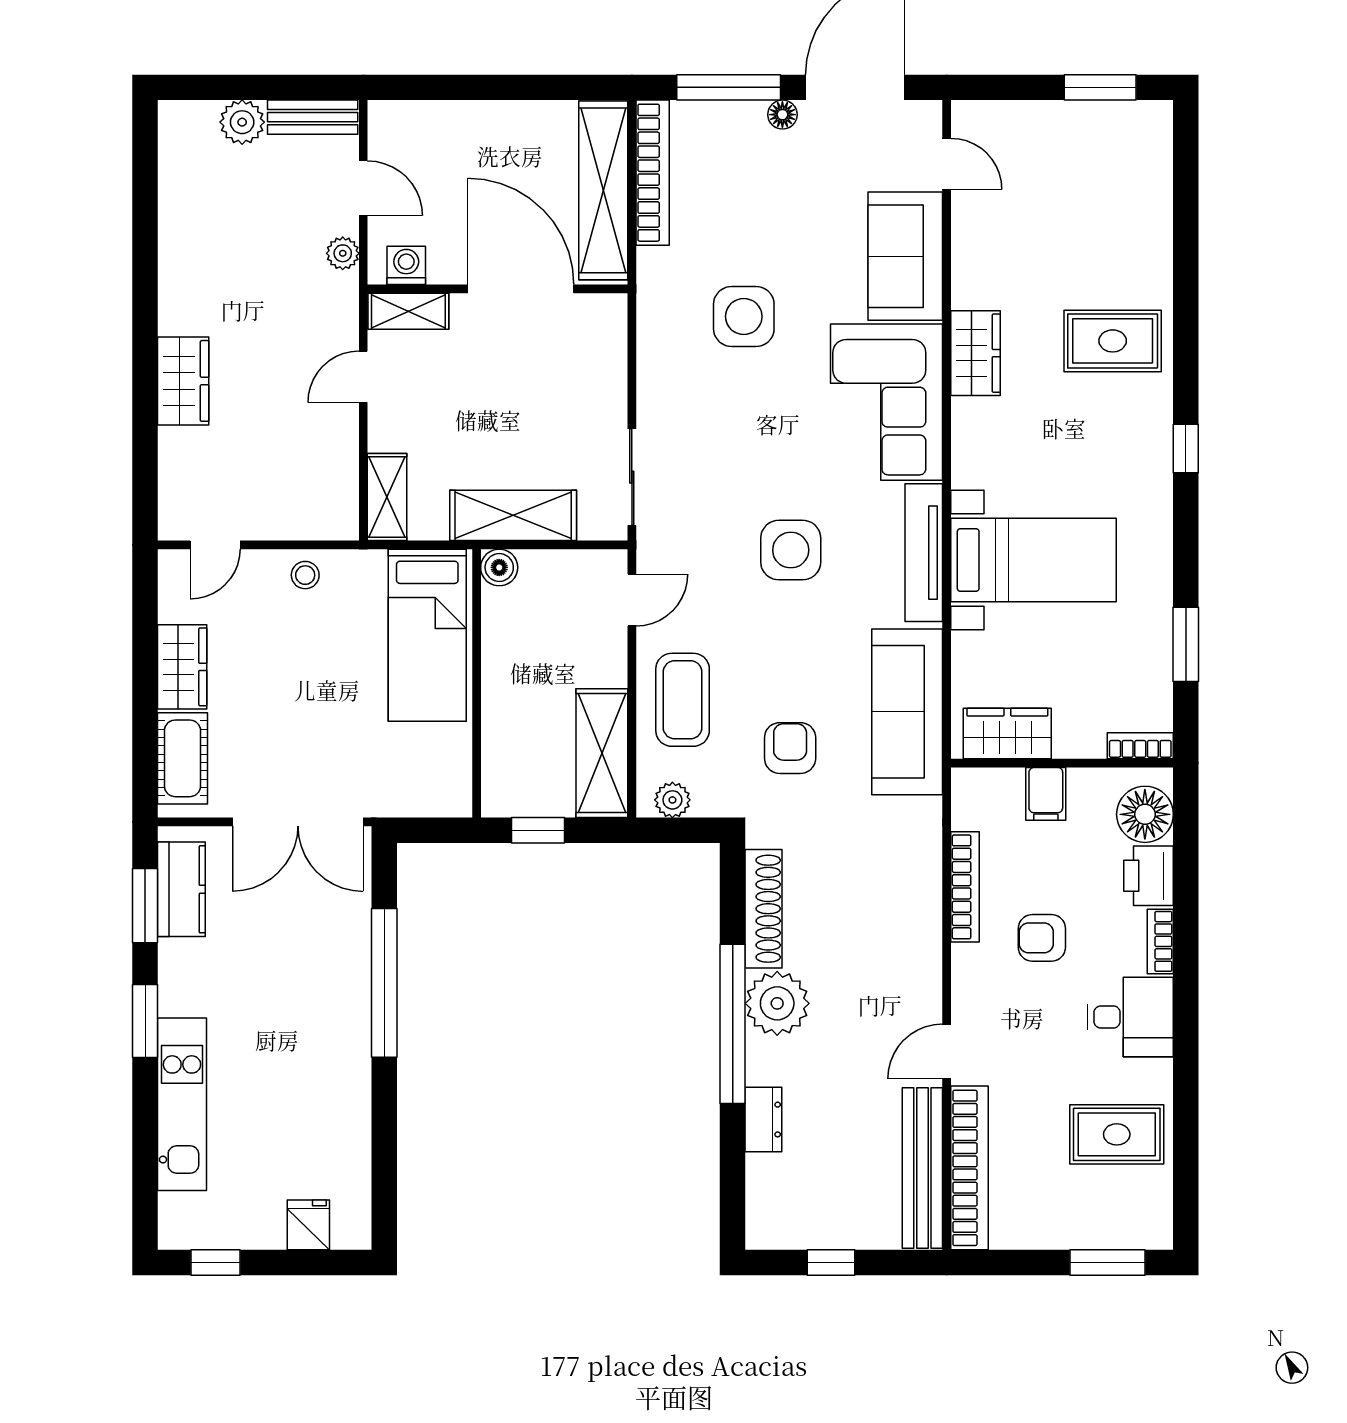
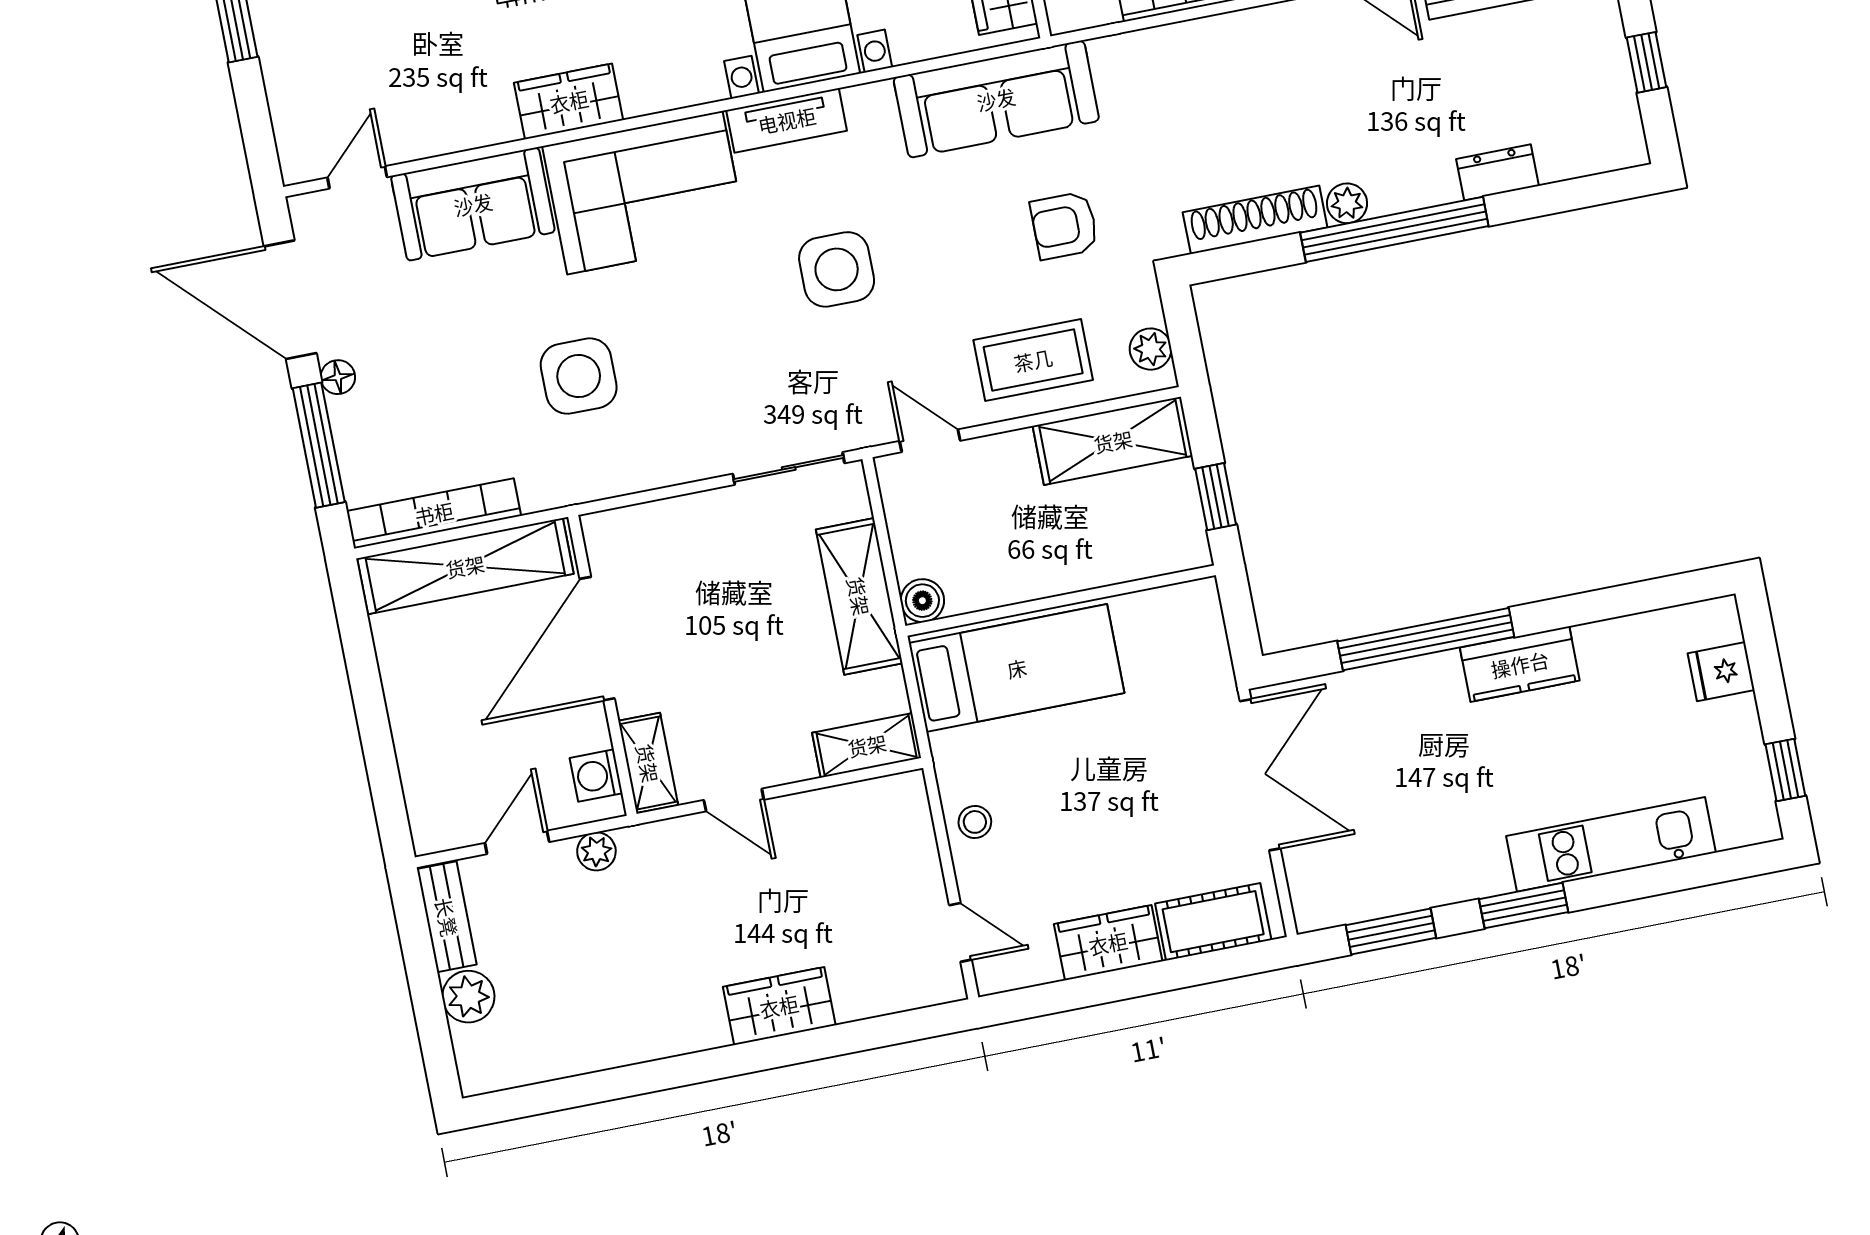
tv unit: (924, 553) -> (787, 120), width x0.71
kitchen counter: (181, 889) -> (1520, 664), moved, turned 180
plant: (777, 1003) -> (1347, 203), width x0.53, depth x0.53

